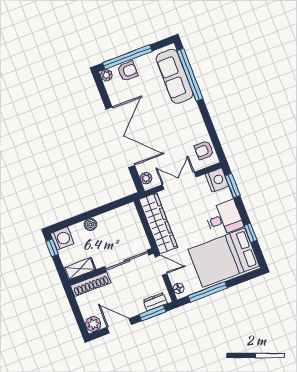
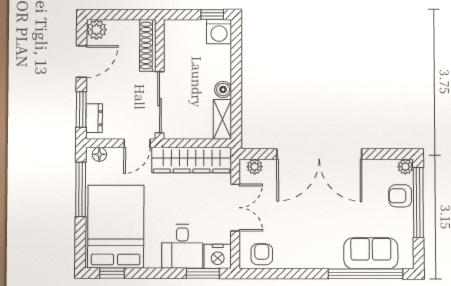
armchair: (128, 71) -> (400, 196), turned 90
sofa: (175, 76) -> (371, 253), width x0.73
desk: (224, 218) -> (182, 246), moved
boiler: (90, 224) -> (223, 90), moved
window: (251, 233) -> (112, 273), moved
shelving: (80, 269) -> (222, 119), moved

